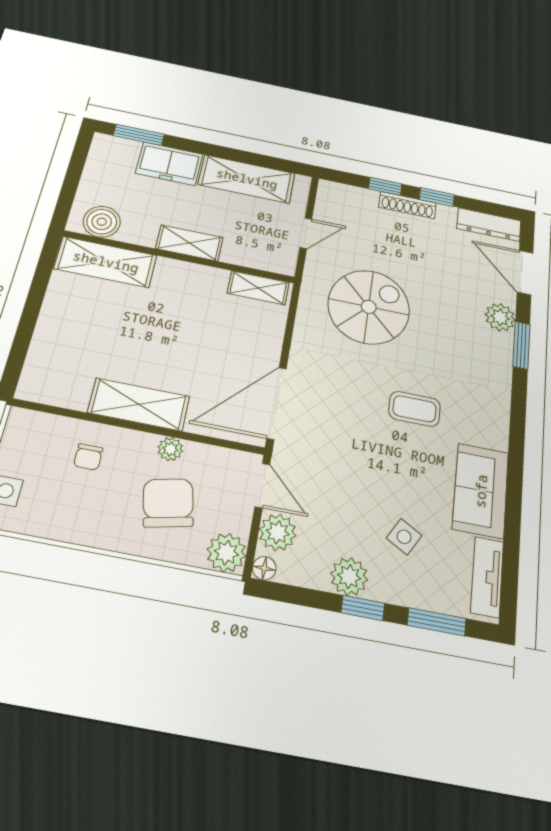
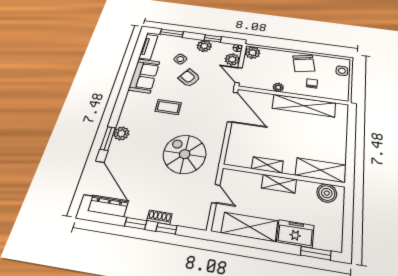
shoe rack: (407, 205) -> (160, 217), width x0.70
door: (306, 233) -> (216, 194), swing flipped
door: (525, 273) -> (94, 178), width x1.36
shelving: (258, 288) -> (267, 165), moved
spiral stairs: (369, 307) -> (185, 154), turned 90
plant: (500, 317) -> (121, 133), moved
door: (277, 403) -> (232, 107), hinge flipped
shelving: (139, 404) -> (304, 106), width x1.47
armchair: (377, 481) -> (189, 78), added
chair: (168, 503) -> (304, 63), moved
window: (363, 608) -> (213, 38), moved

